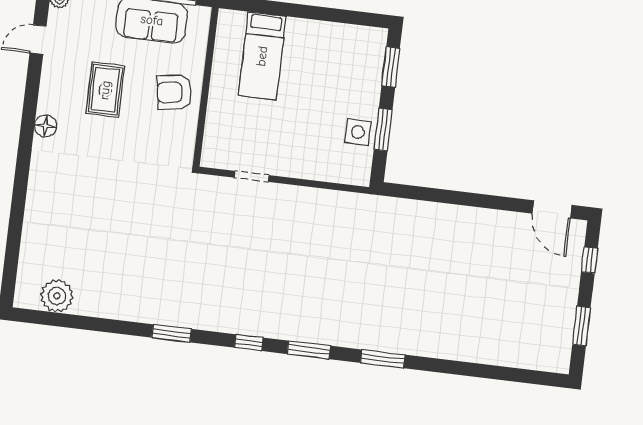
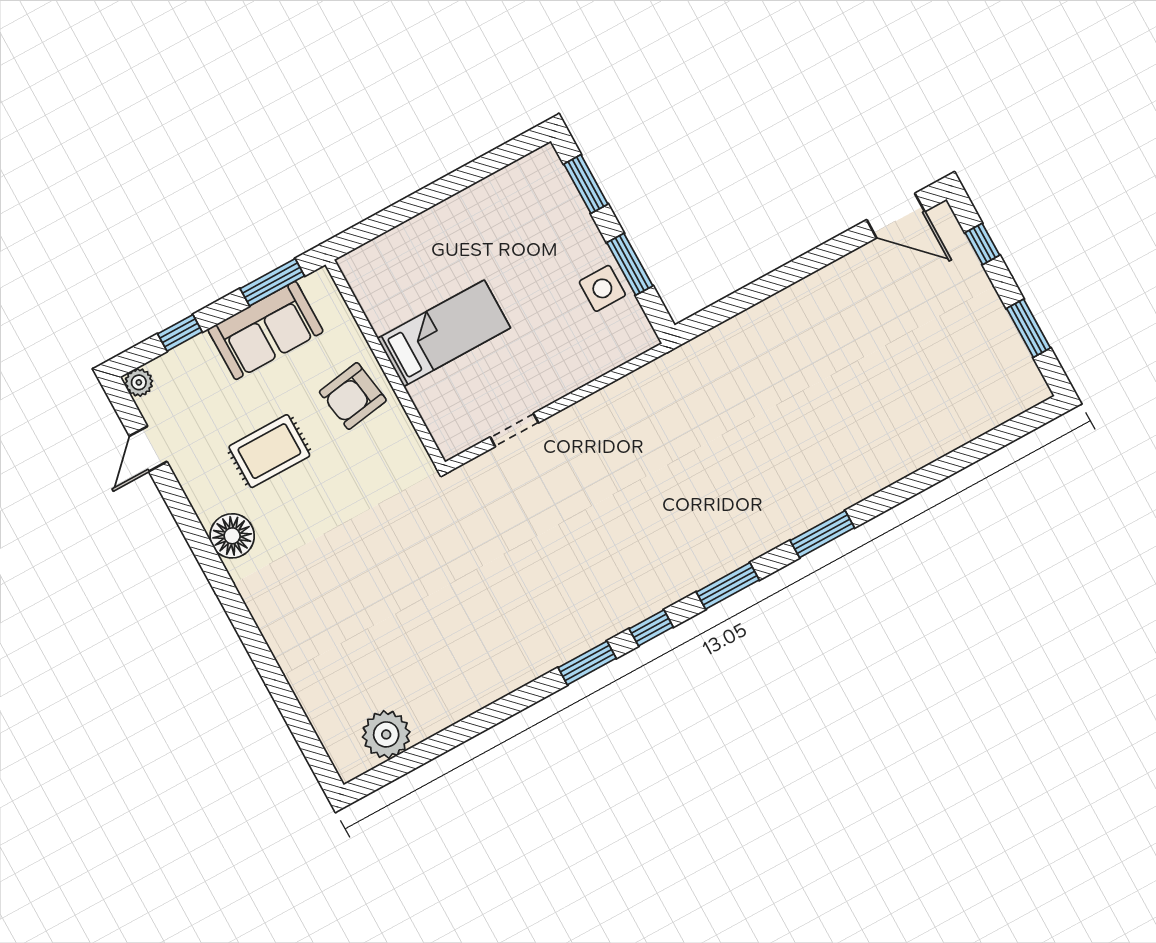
bed: (262, 56) -> (444, 333), moved, turned -90
rug: (105, 90) -> (269, 451), turned 90
floor lamp: (46, 126) -> (232, 536), width x1.38, depth x1.38
window: (172, 333) -> (587, 663), moved

